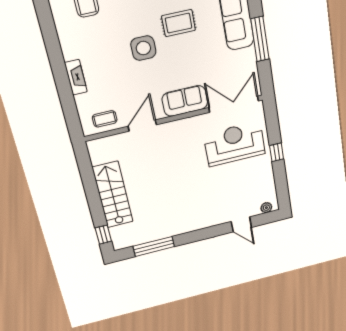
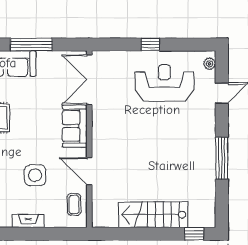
side table: (143, 48) -> (35, 175), moved
reception desk: (235, 144) -> (164, 83), moved, turned 90
window: (154, 246) -> (222, 158), moved

